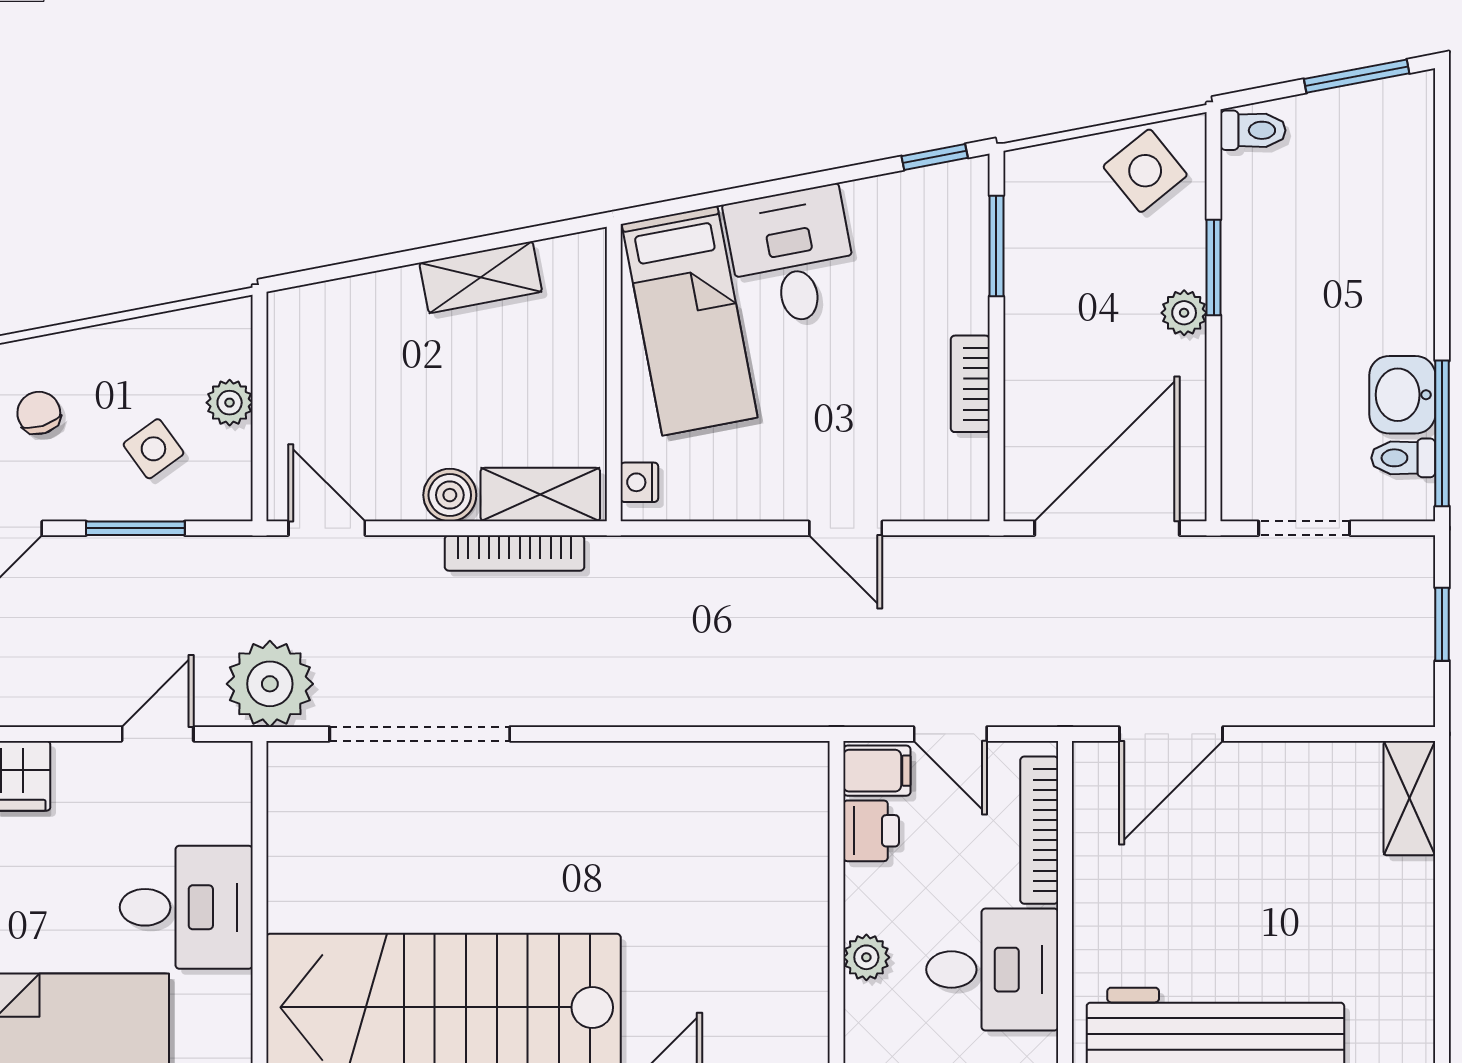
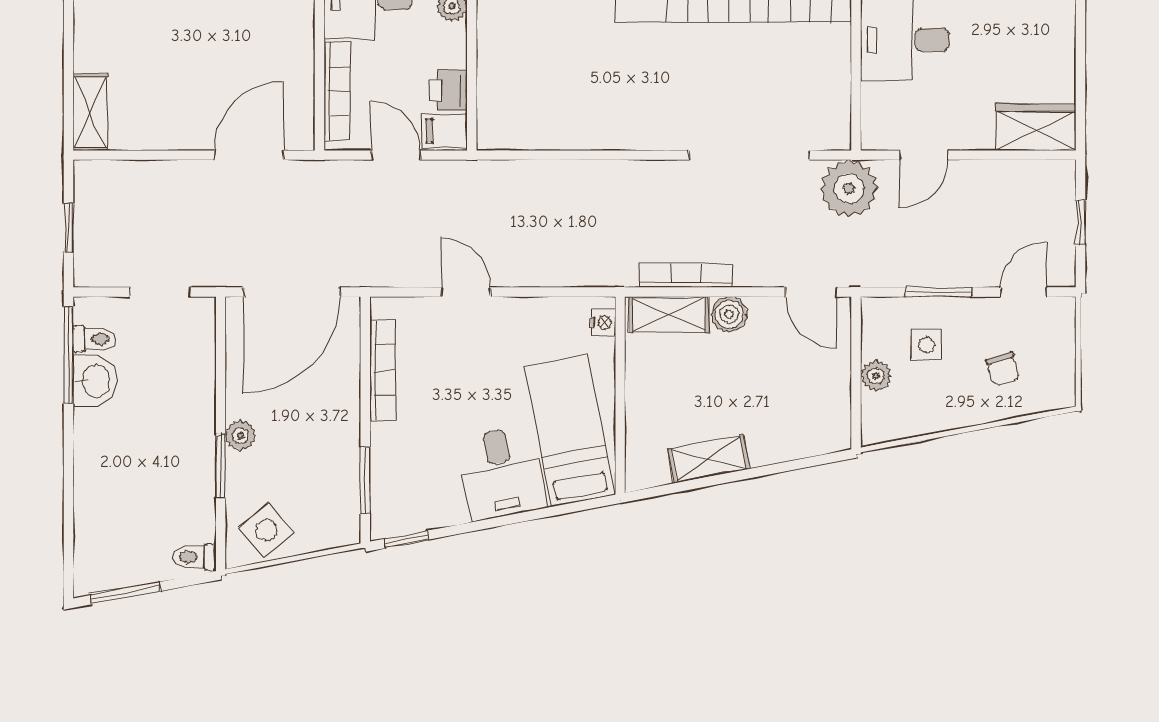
bookcase: (970, 384) -> (383, 370), width x1.56
side table: (153, 449) -> (927, 345), turned 36

